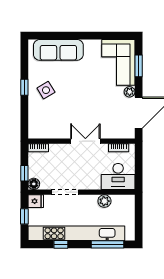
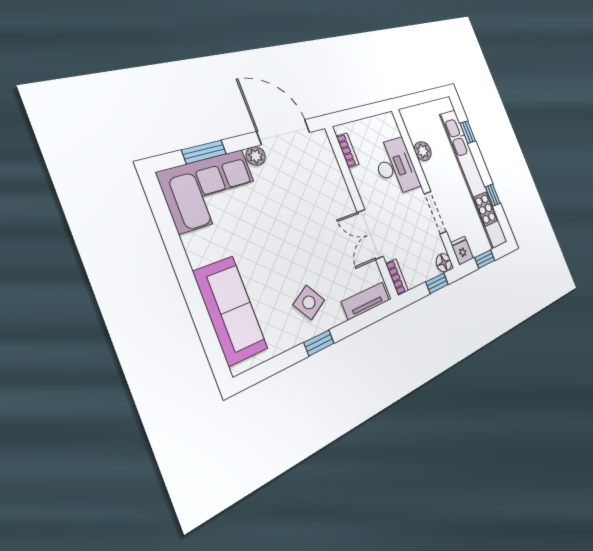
tv unit: (34, 123) -> (366, 301), added
double door: (85, 141) -> (370, 234), moved
desk: (118, 176) -> (396, 167), moved
window: (107, 244) -> (468, 132), width x0.46

